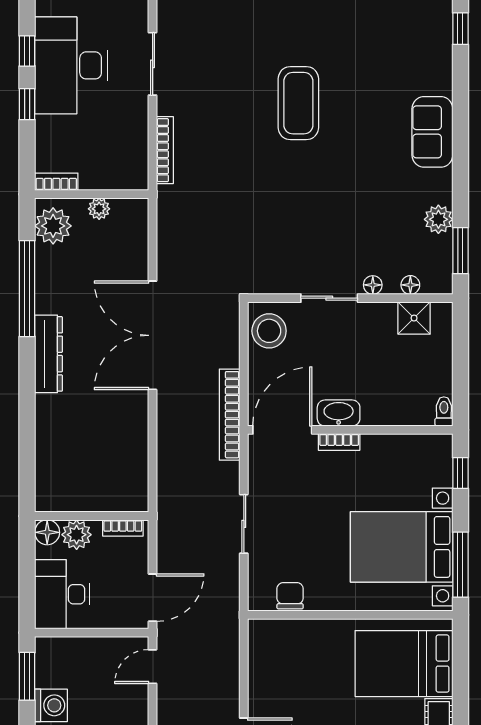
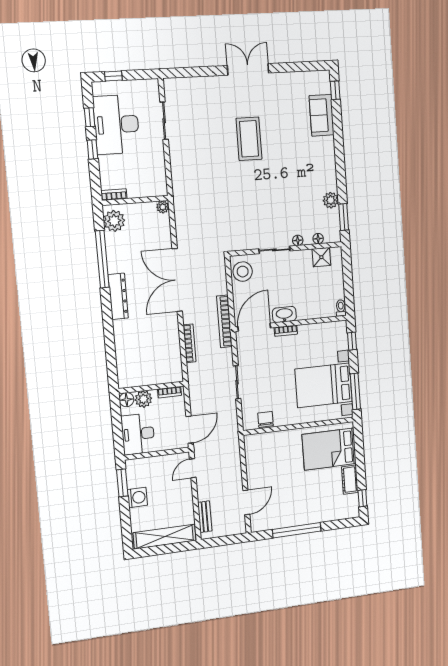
sofa: (432, 132) -> (322, 115), moved
bookcase: (165, 150) -> (189, 343), moved
plant: (99, 209) -> (163, 207), moved

